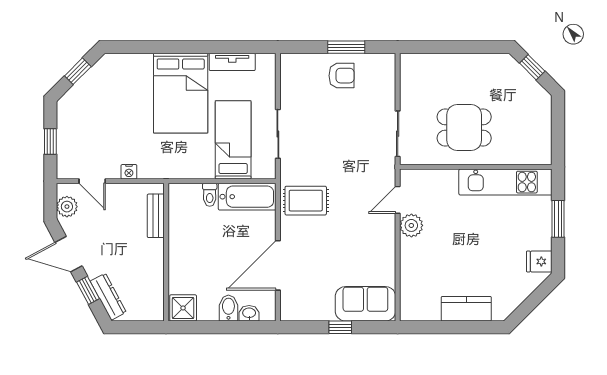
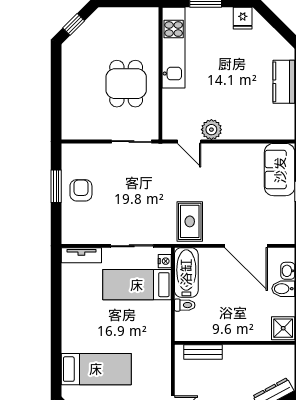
tv unit: (232, 62) -> (81, 255), moved, turned 90
bed: (181, 93) -> (96, 369), moved, width x0.67
nightstand: (129, 172) -> (165, 261), moved

